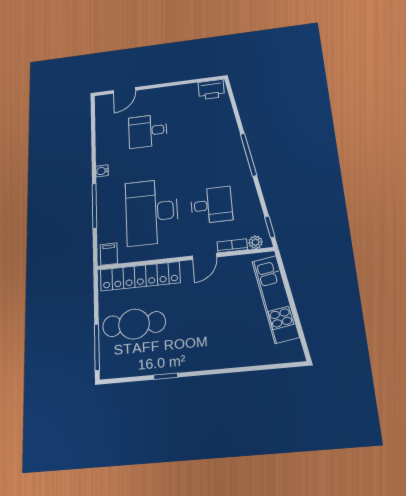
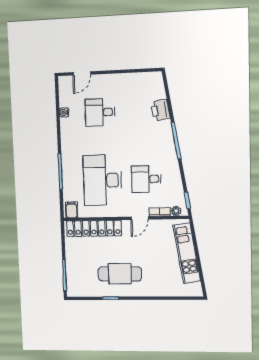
printer: (211, 90) -> (161, 110), moved, turned 81
water cooler: (102, 171) -> (64, 112), moved
desk: (211, 205) -> (146, 179), turned 180
cafe table: (134, 324) -> (120, 274), moved

